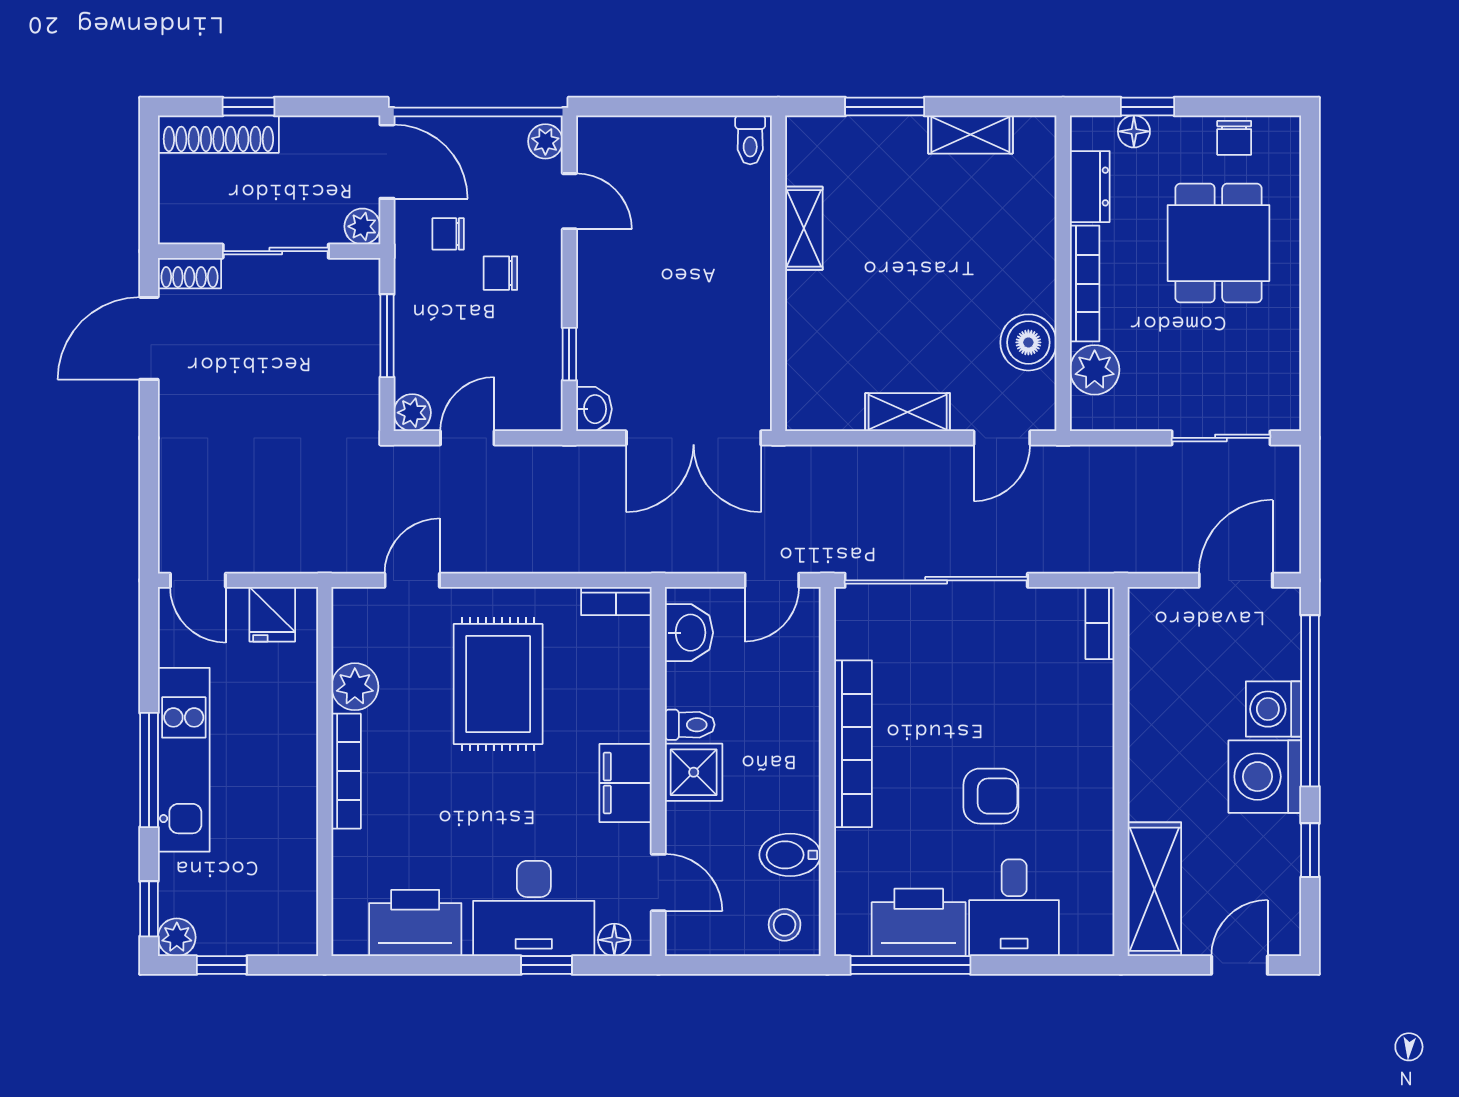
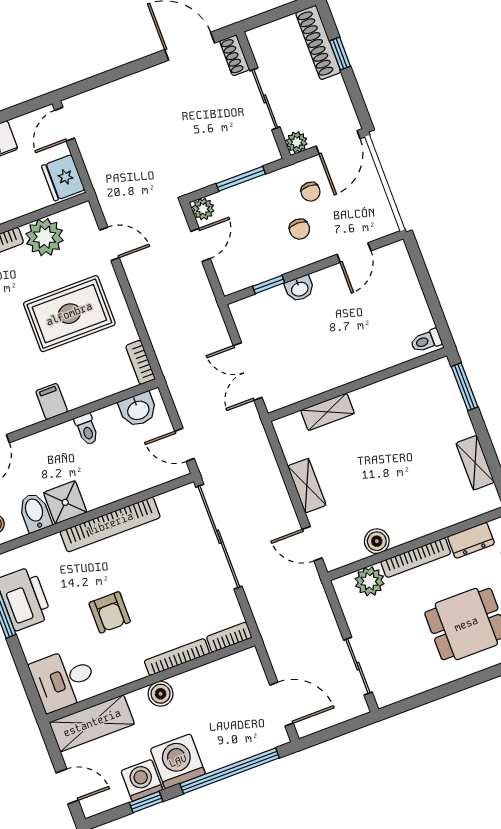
window: (885, 107) -> (465, 387), moved
plant: (545, 141) -> (382, 227), removed
shelving: (804, 228) -> (328, 412), moved
chair: (448, 234) -> (310, 192), turned 180
chair: (500, 273) -> (299, 229), turned 180
boiler: (1028, 342) -> (377, 541), width x0.73, depth x0.73
washbasin: (594, 409) -> (300, 289), moved
door: (467, 438) -> (200, 245), hinge flipped
double door: (694, 438) -> (248, 371), width x0.73
fridge: (272, 614) -> (63, 178), width x1.38
plant: (355, 687) -> (45, 237), width x1.36, depth x1.36
washing machine: (1273, 709) -> (142, 780), moved
bookcase: (1100, 717) -> (177, 657), added
boiler: (1148, 764) -> (161, 694), added
shower: (694, 772) -> (65, 502), moved
filing cabinet: (626, 783) -> (52, 401), width x0.50
desk: (1014, 908) -> (64, 680), moved

